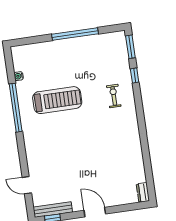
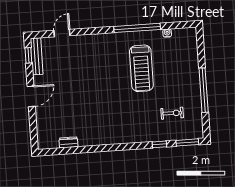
exercise bike: (114, 96) -> (172, 113), moved
dresser: (143, 192) -> (68, 142), moved

